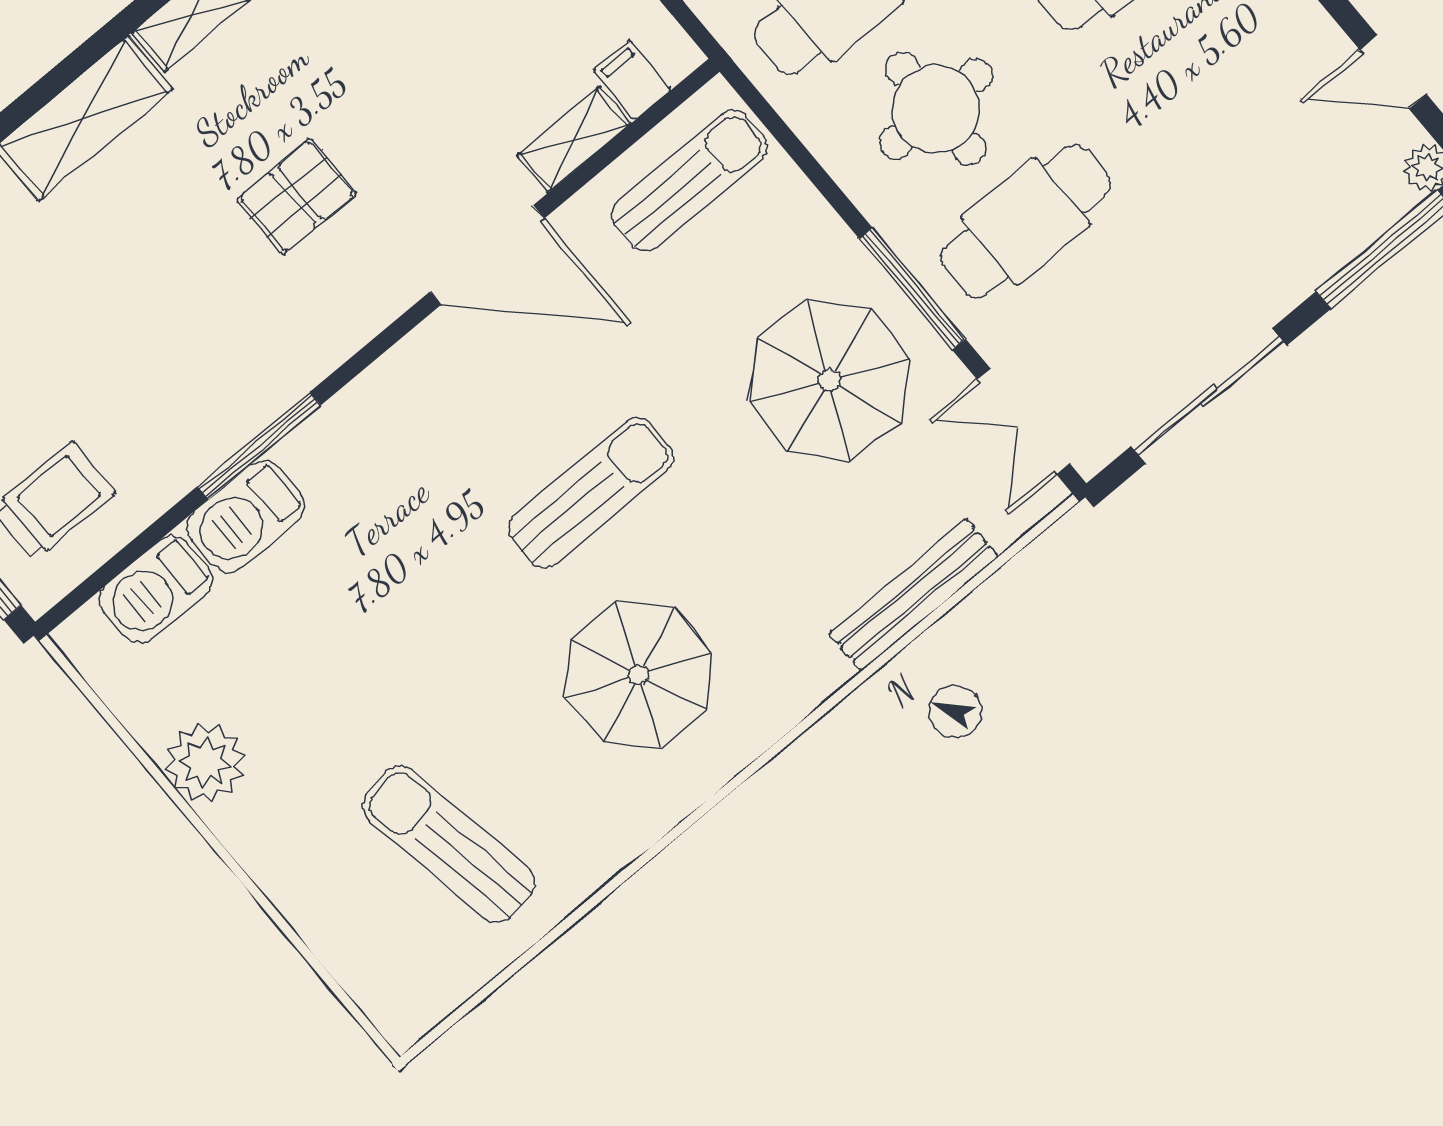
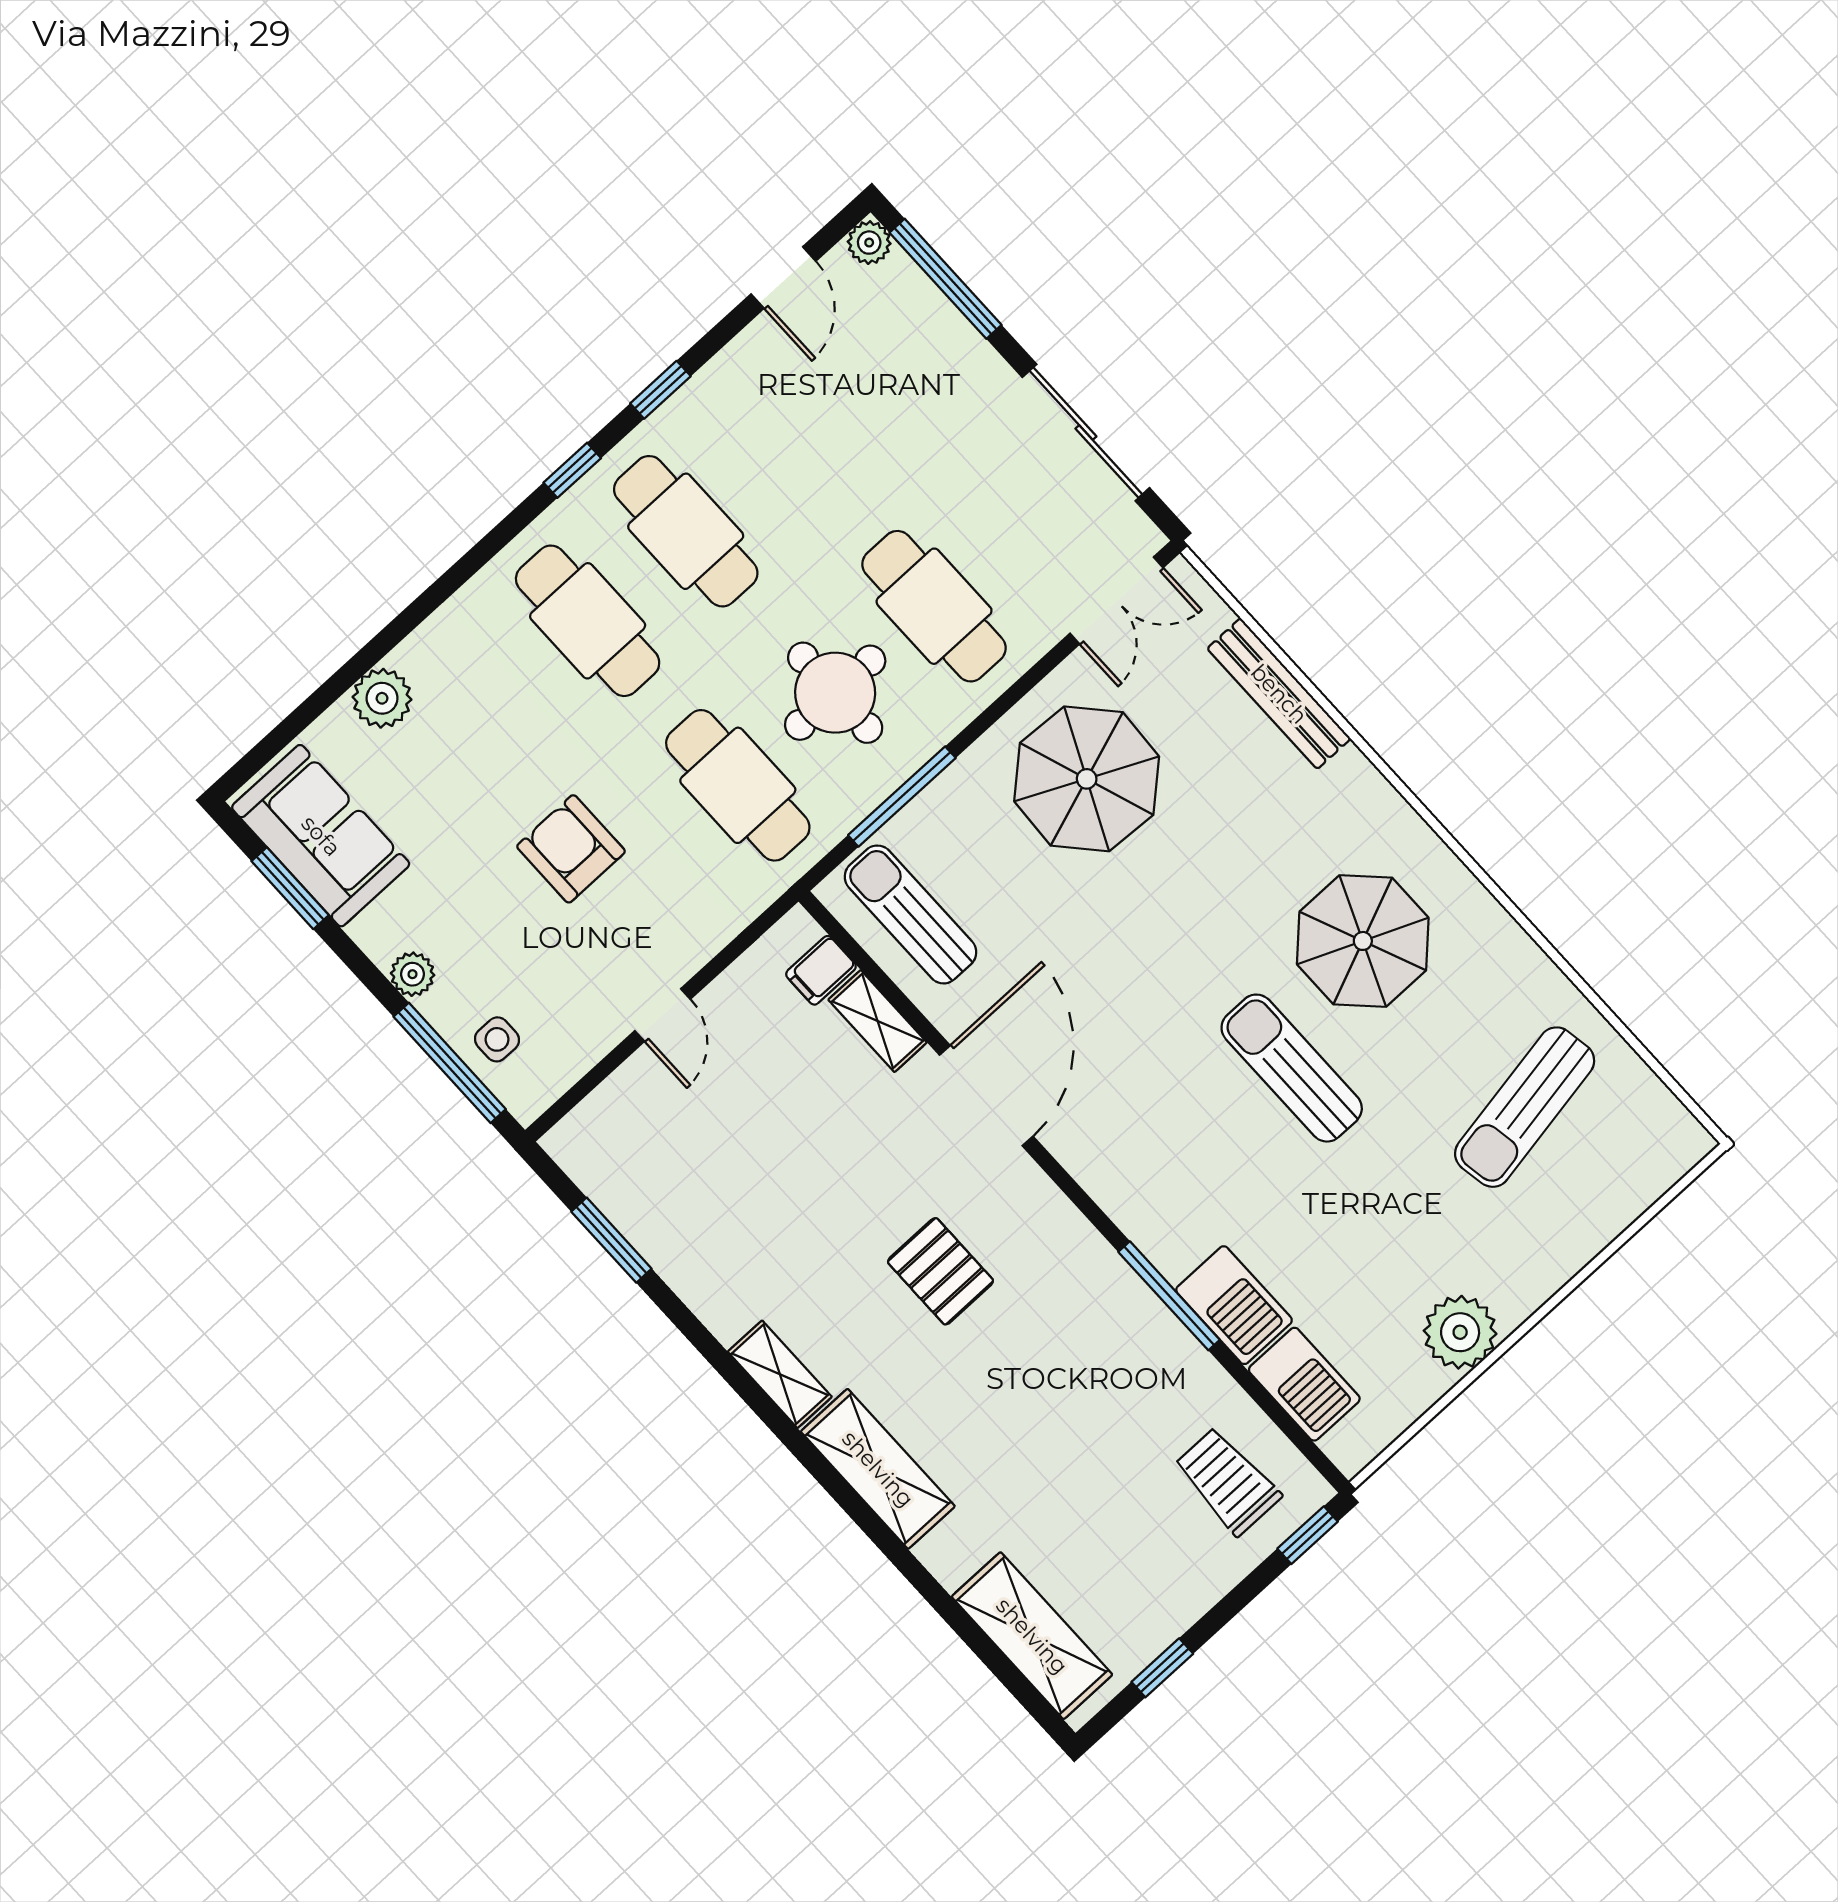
window: (912, 289) -> (902, 797), moved
sun lounger: (591, 492) -> (1292, 1068), moved

